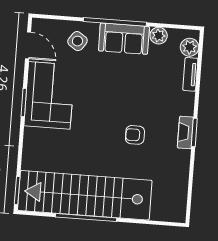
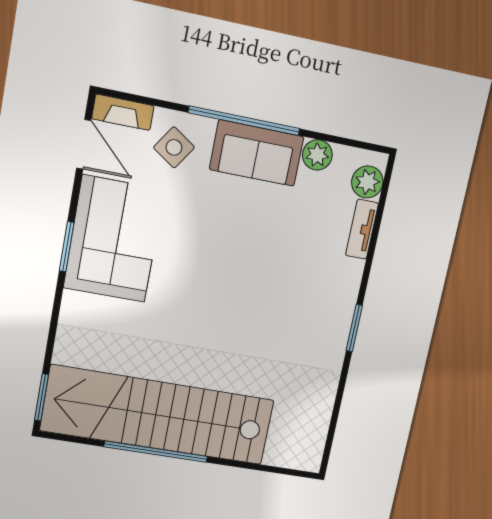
fireplace: (185, 132) -> (123, 112), moved, turned -90
armchair: (135, 135) -> (255, 322), removed

